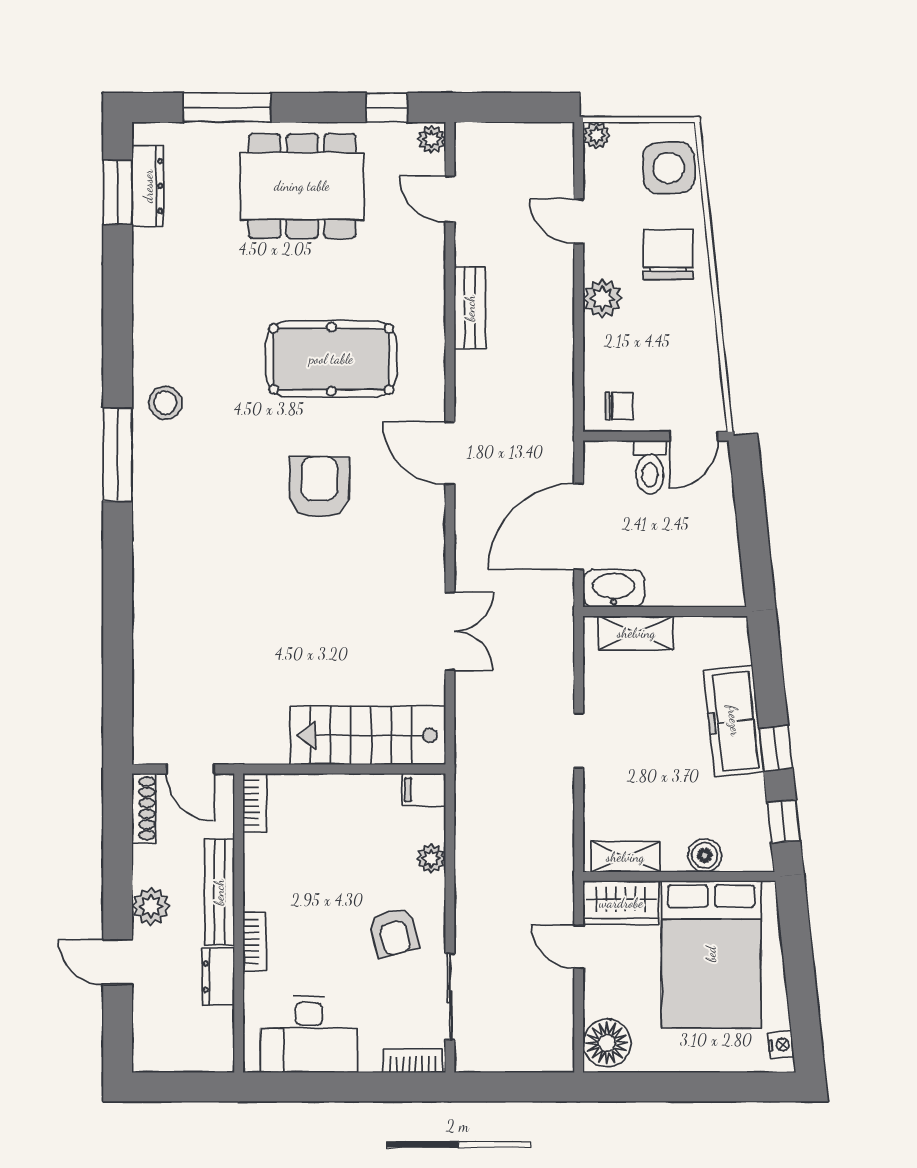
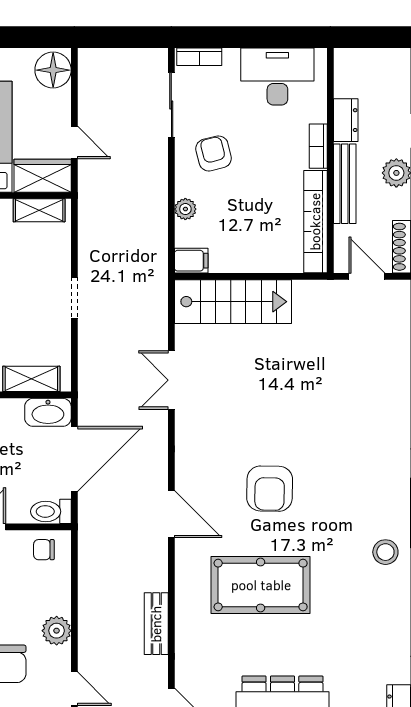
toilet: (650, 467) -> (51, 511), moved, turned -90
bookcase: (255, 803) -> (315, 222), width x2.31, depth x1.31

